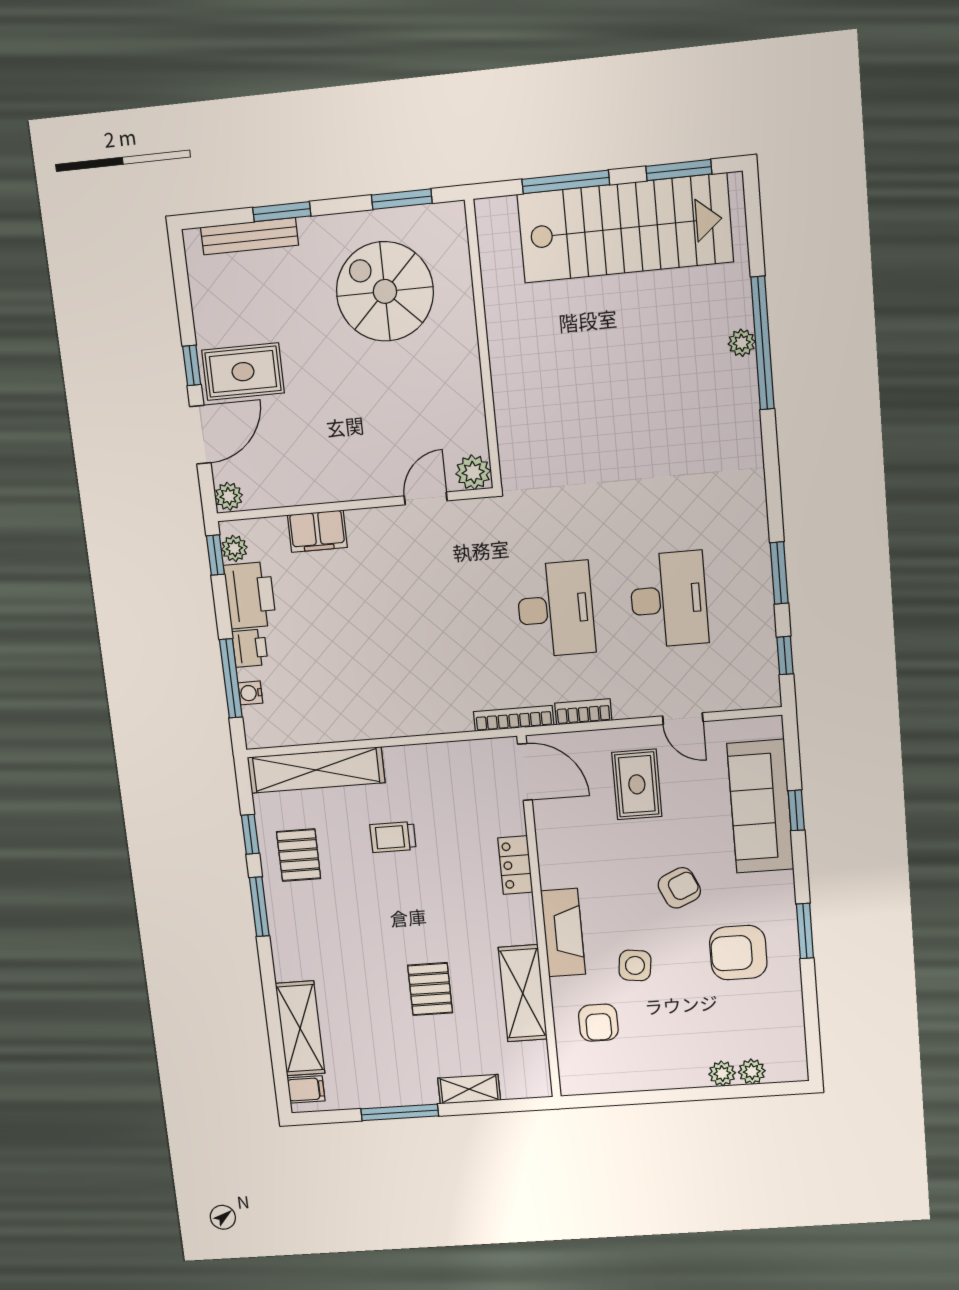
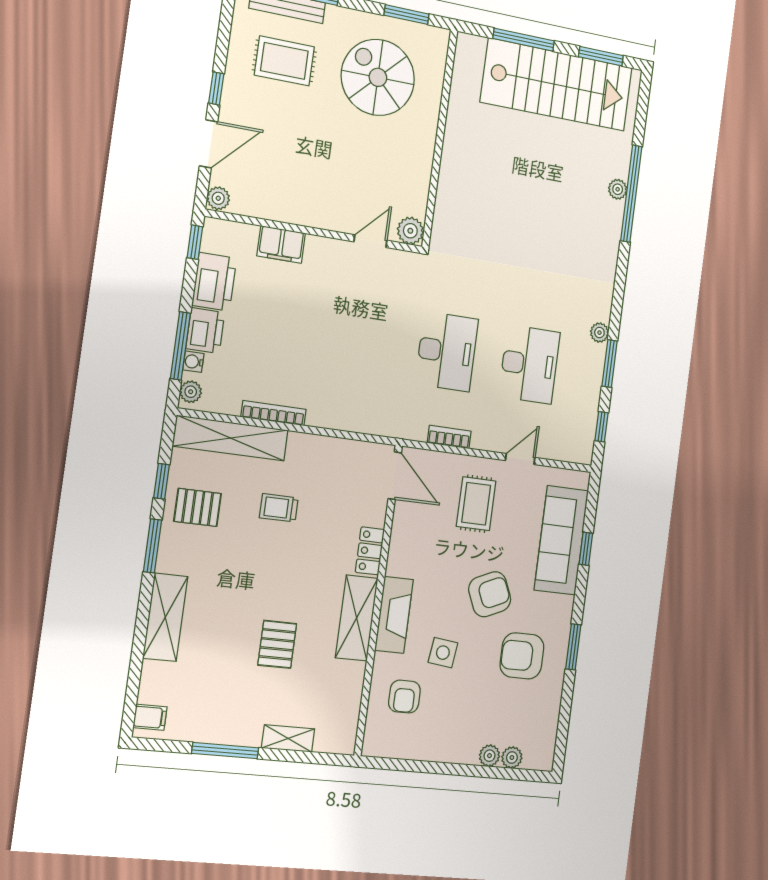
rug: (243, 372) -> (284, 61), moved
plant: (756, 537) -> (599, 333), added
plant: (234, 548) -> (191, 392), moved
printer: (250, 648) -> (205, 331), width x1.36, depth x1.24
bookcase: (514, 718) -> (273, 413), moved
door: (683, 719) -> (520, 459), swing flipped
pallet: (299, 855) -> (198, 507), turned 90
armchair: (679, 888) -> (490, 594), width x1.38, depth x1.38
shelving: (523, 993) -> (357, 618), moved
shelving: (300, 1028) -> (165, 617), moved

